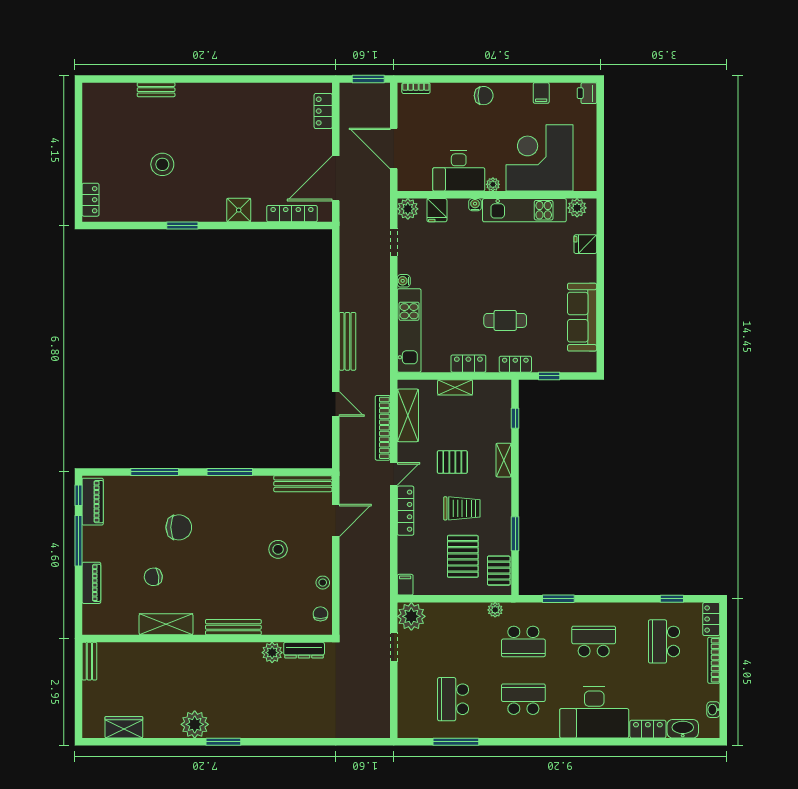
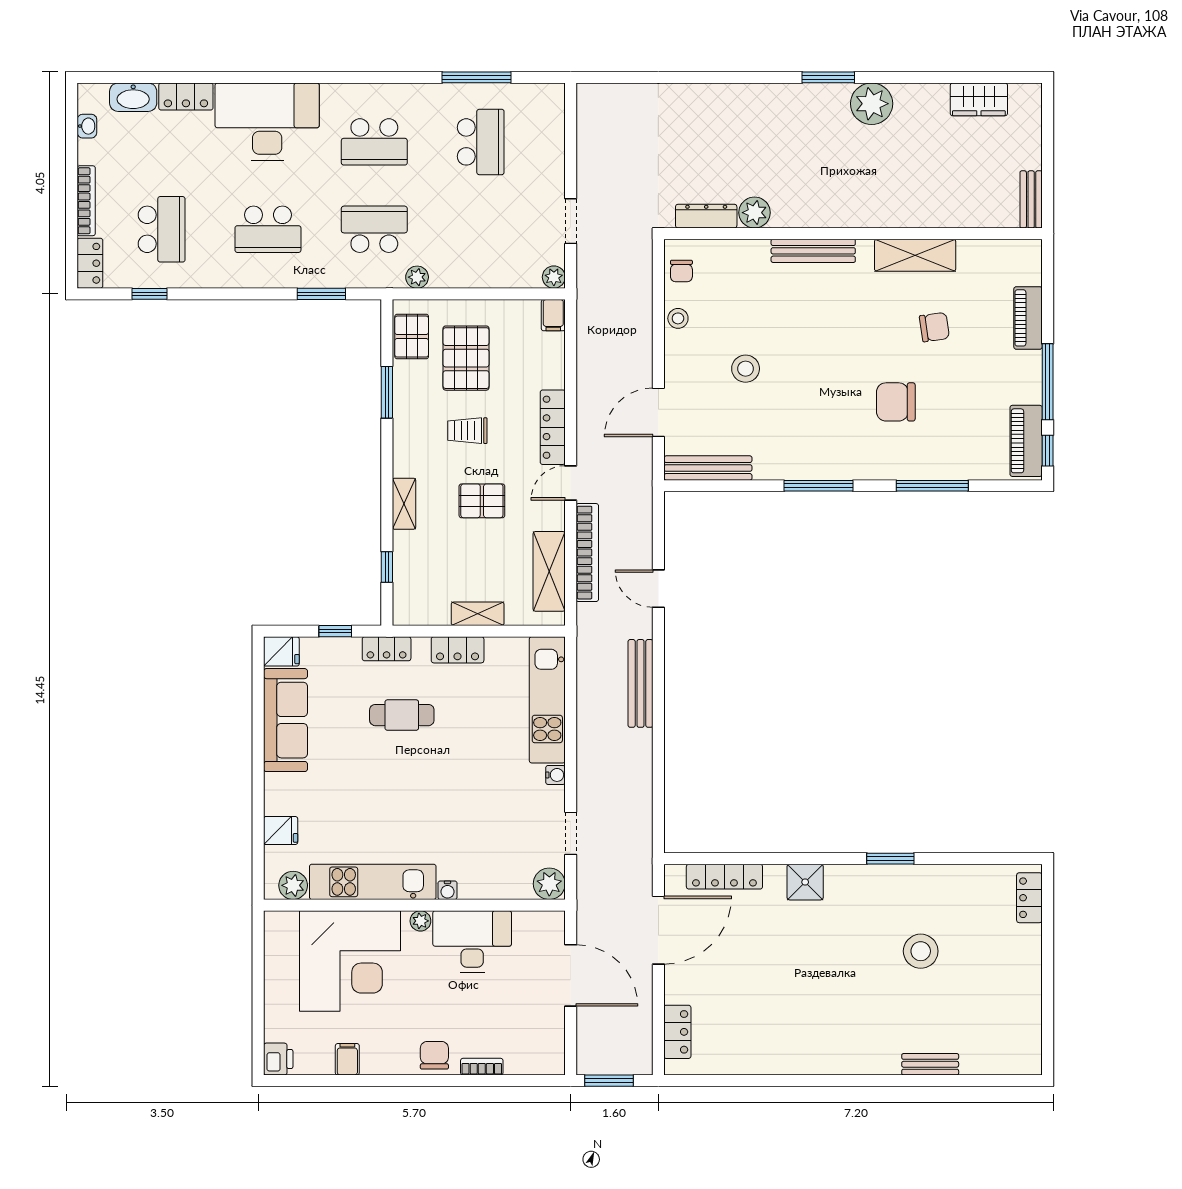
bookcase: (416, 88) -> (482, 1067), moved
chair: (484, 96) -> (434, 1055), turned 90
fridge: (437, 210) -> (281, 651), moved, turned 90
trolley: (462, 508) -> (467, 431), width x0.73, depth x0.72
plant: (411, 616) -> (554, 277), width x0.53, depth x0.53

